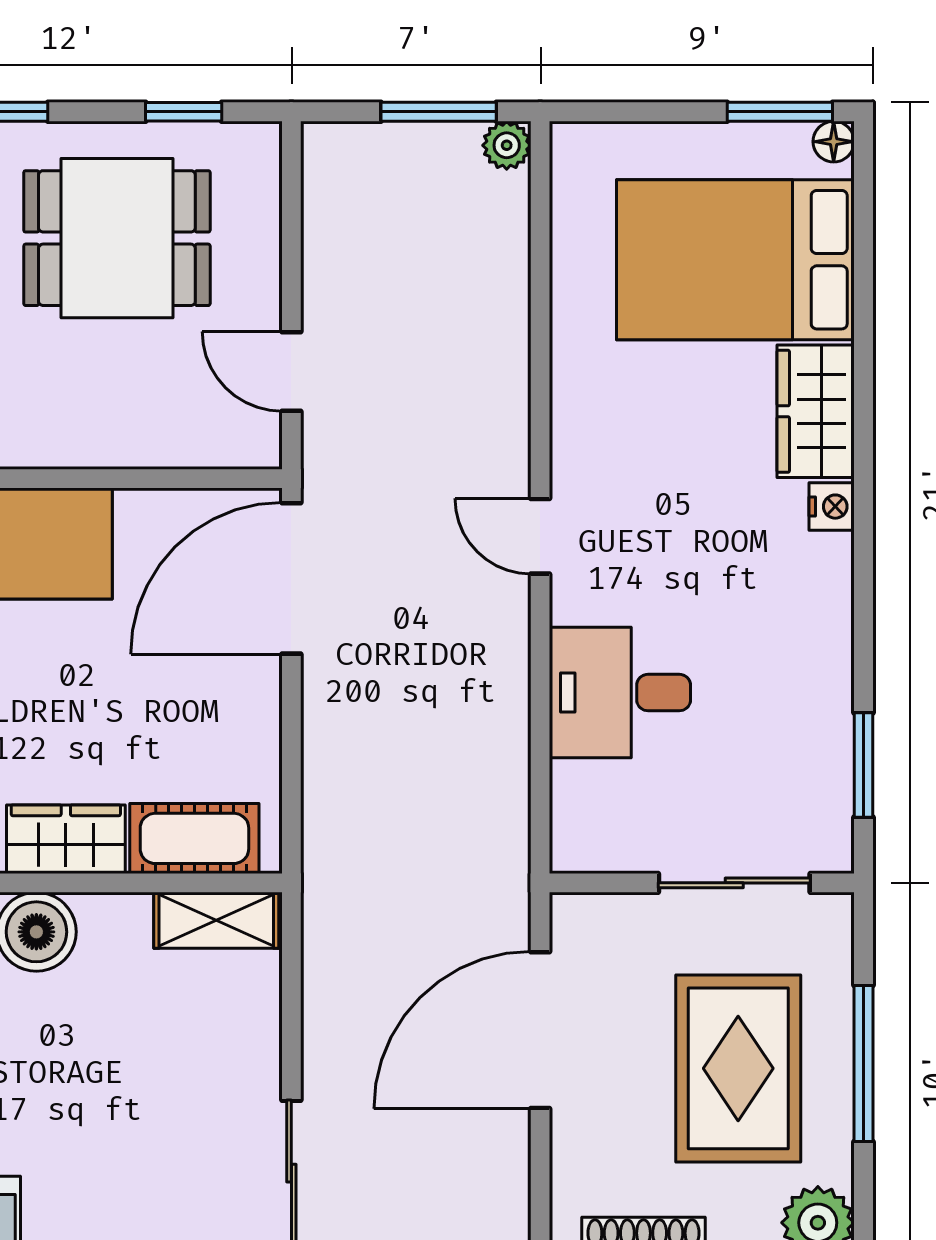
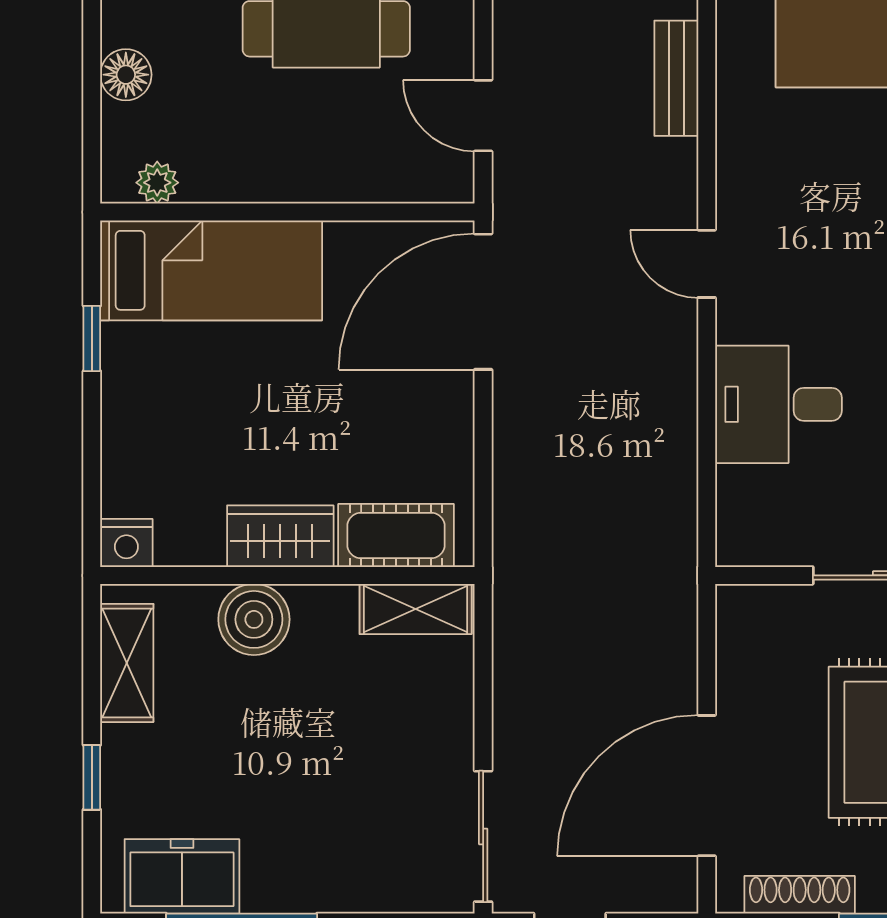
bench: (506, 330) -> (676, 78), added
door: (540, 1030) -> (707, 786), moved

